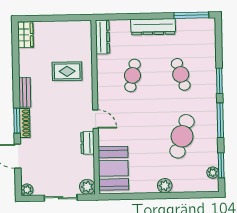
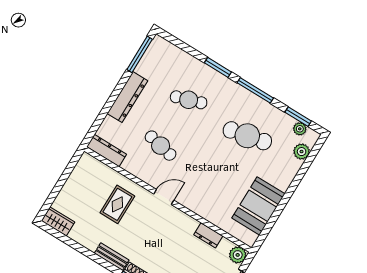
door: (96, 119) -> (164, 197), moved
cafe table: (182, 136) -> (247, 136), turned -30
dresser: (88, 143) -> (208, 235), moved
booth: (113, 168) -> (258, 206), moved, turned 90
plant: (165, 186) -> (302, 152), moved

